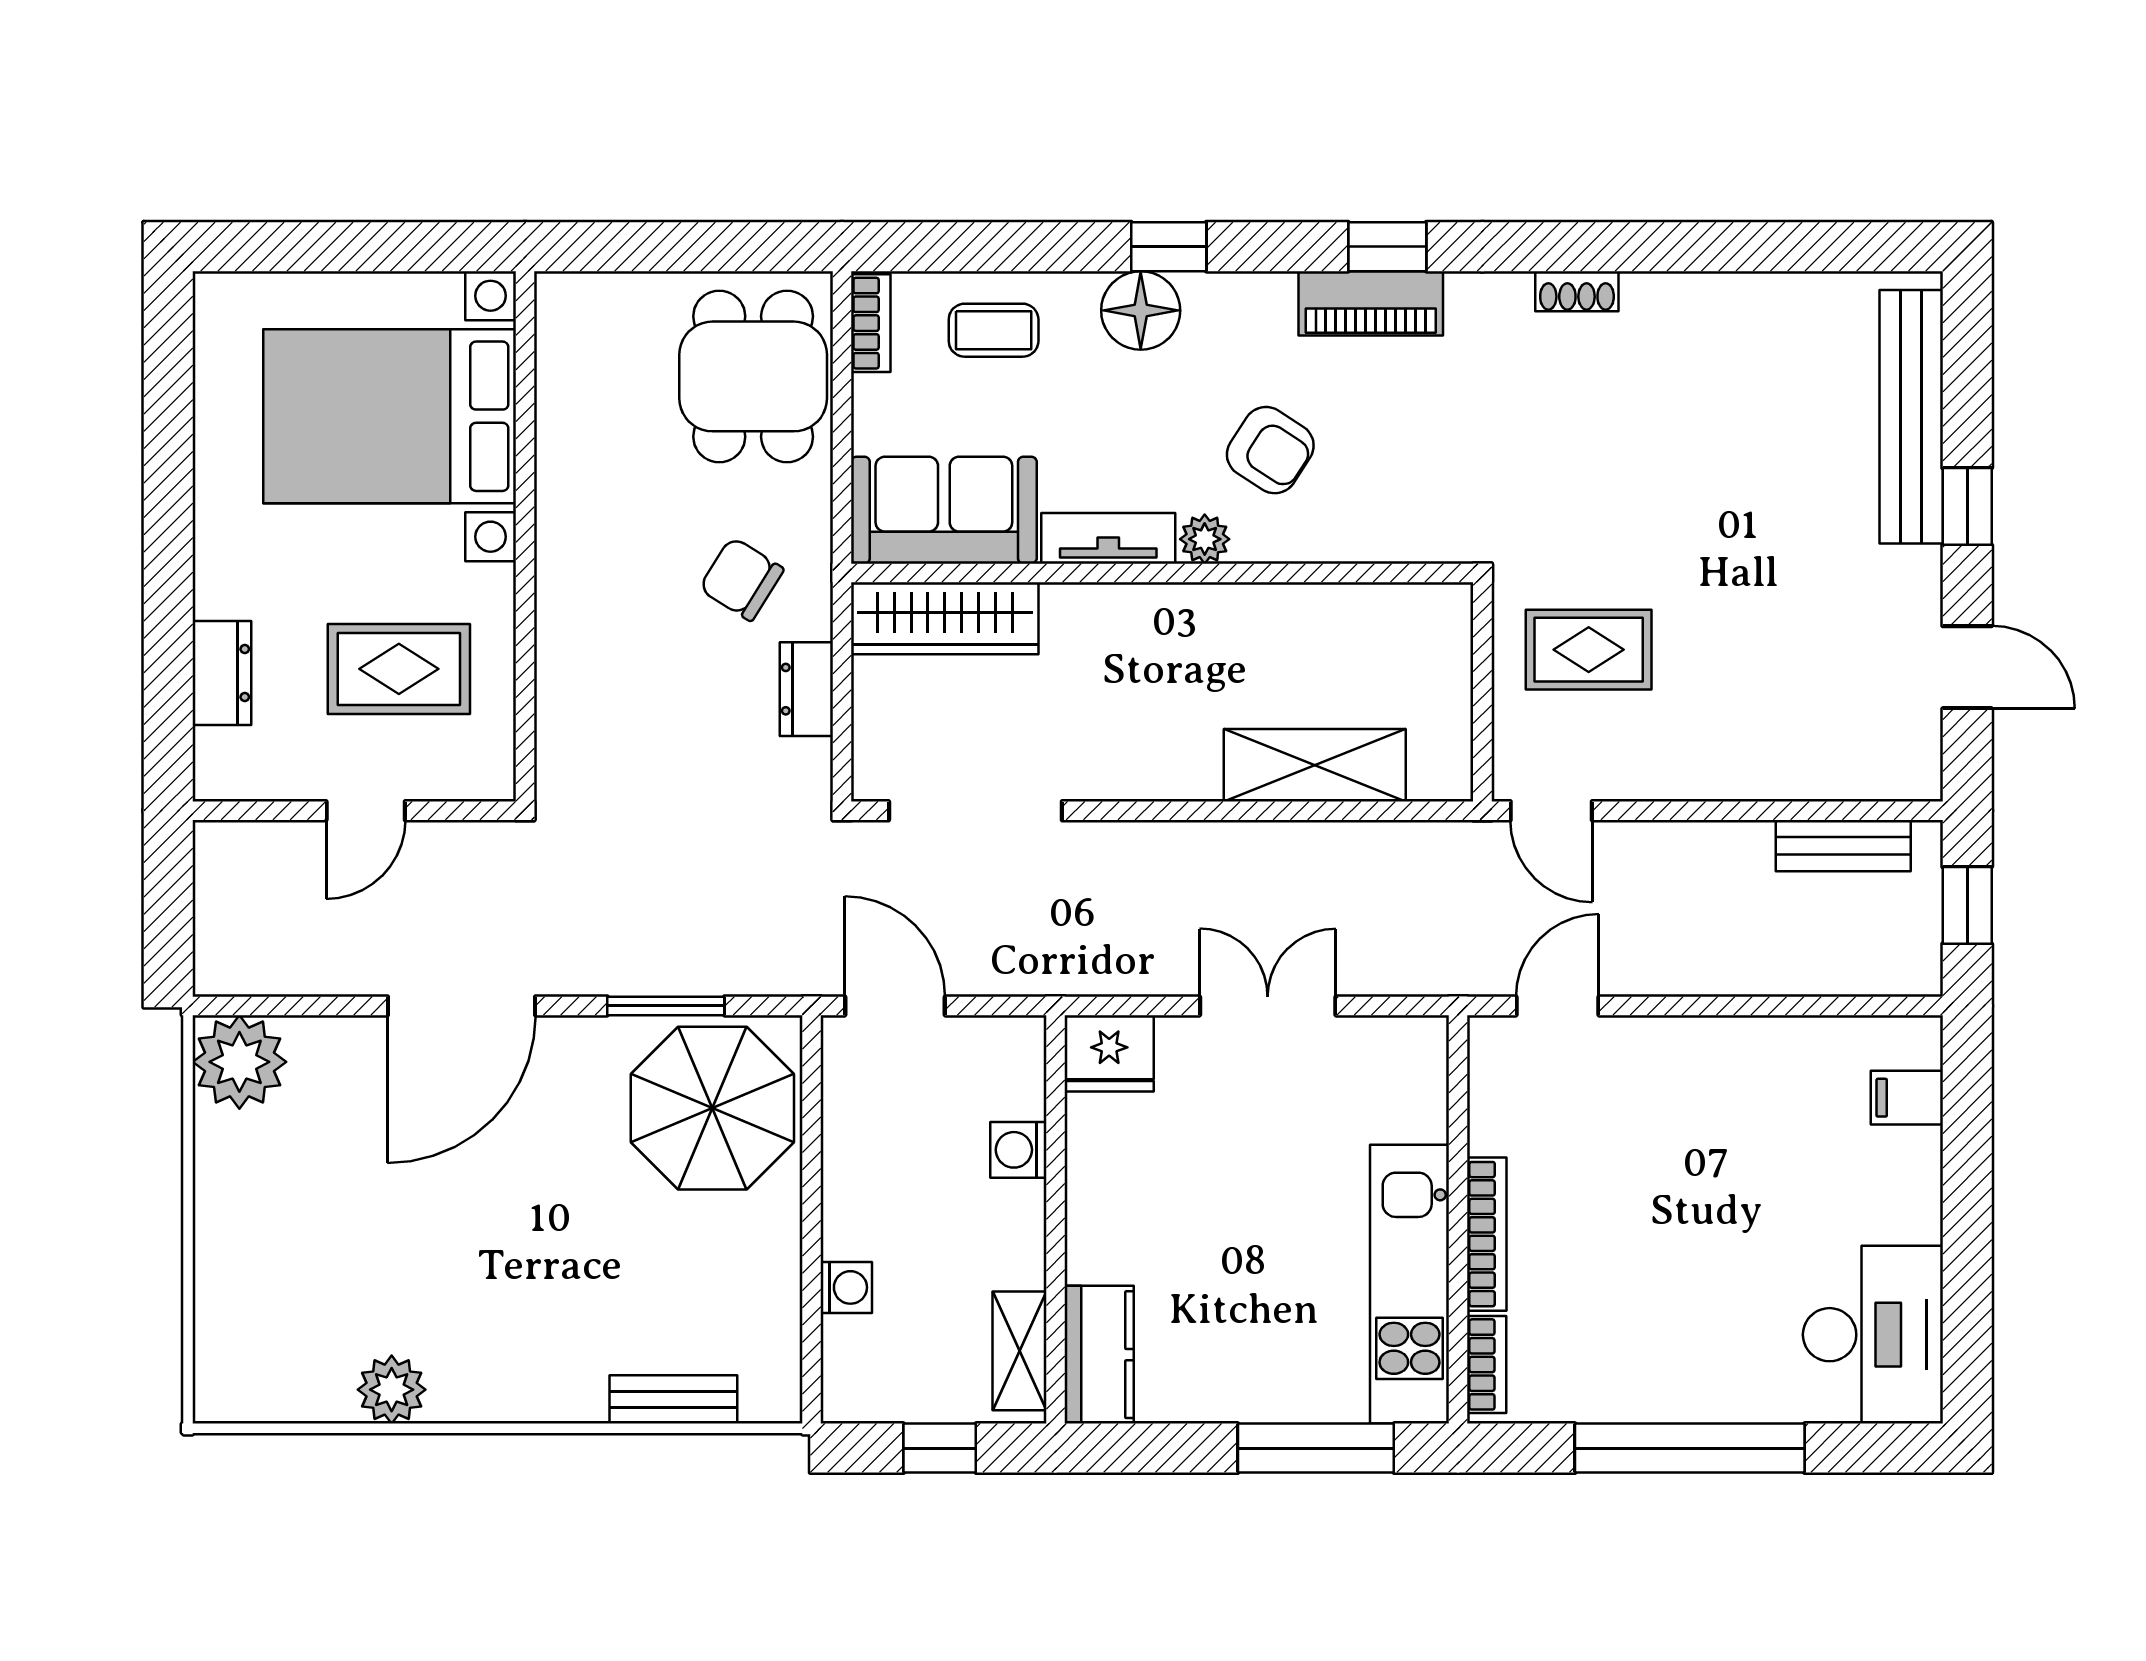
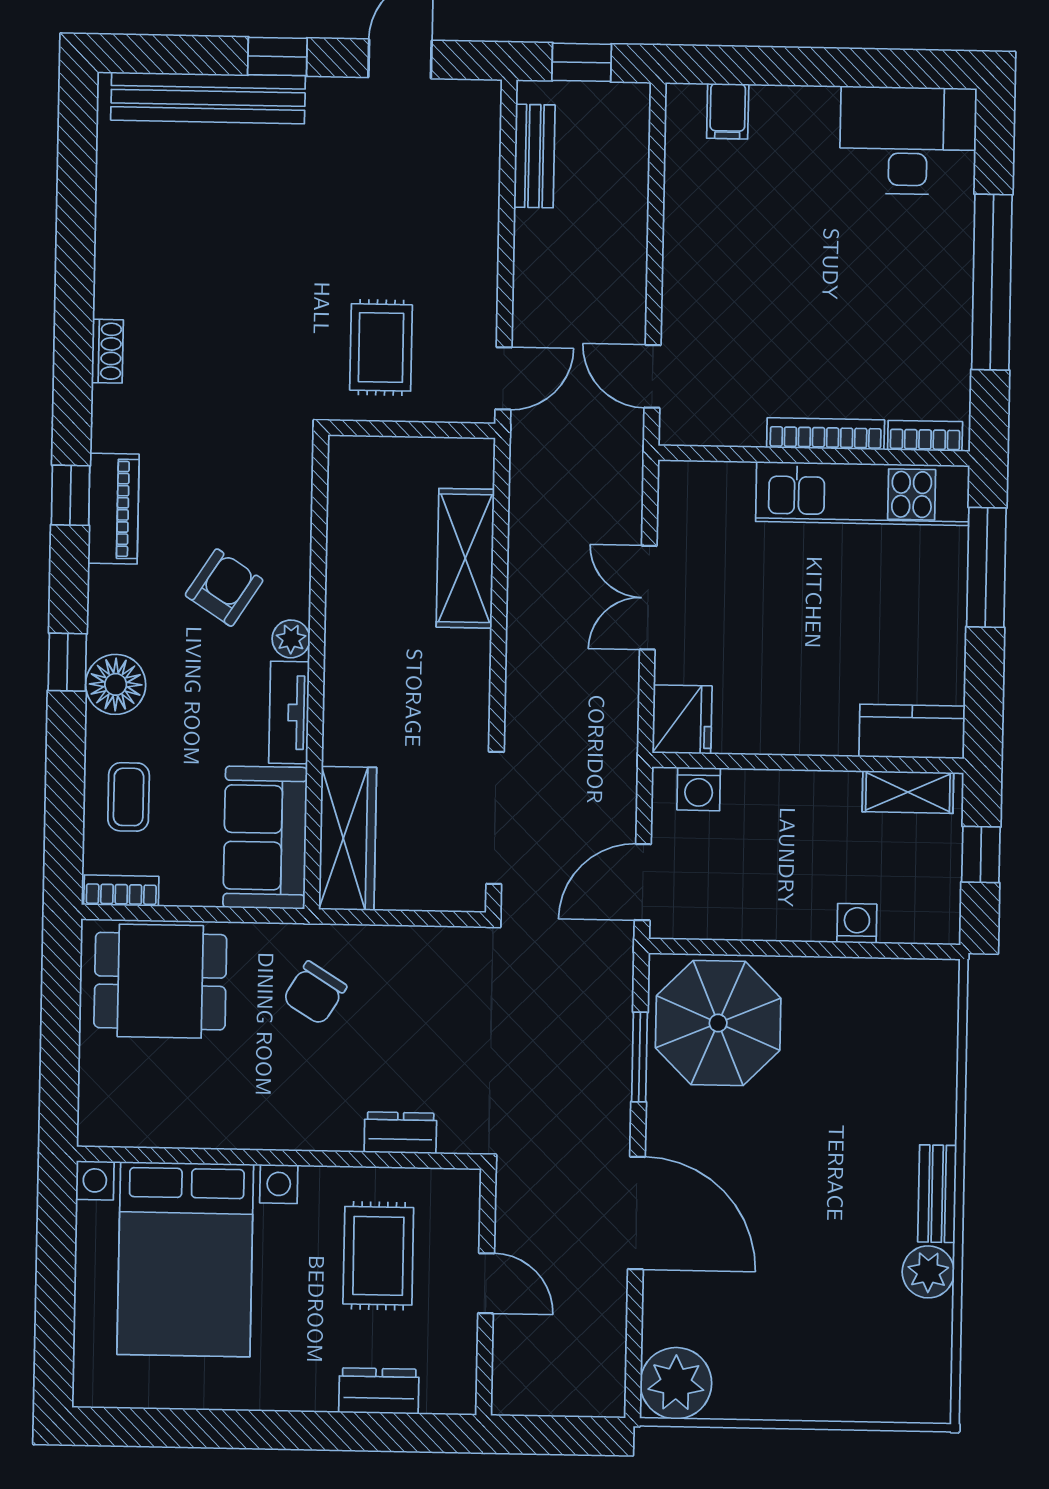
dresser: (806, 689) -> (400, 1133), moved, turned 180
washing machine: (1018, 1150) -> (699, 789), moved
bench: (673, 1399) -> (937, 1194), moved

